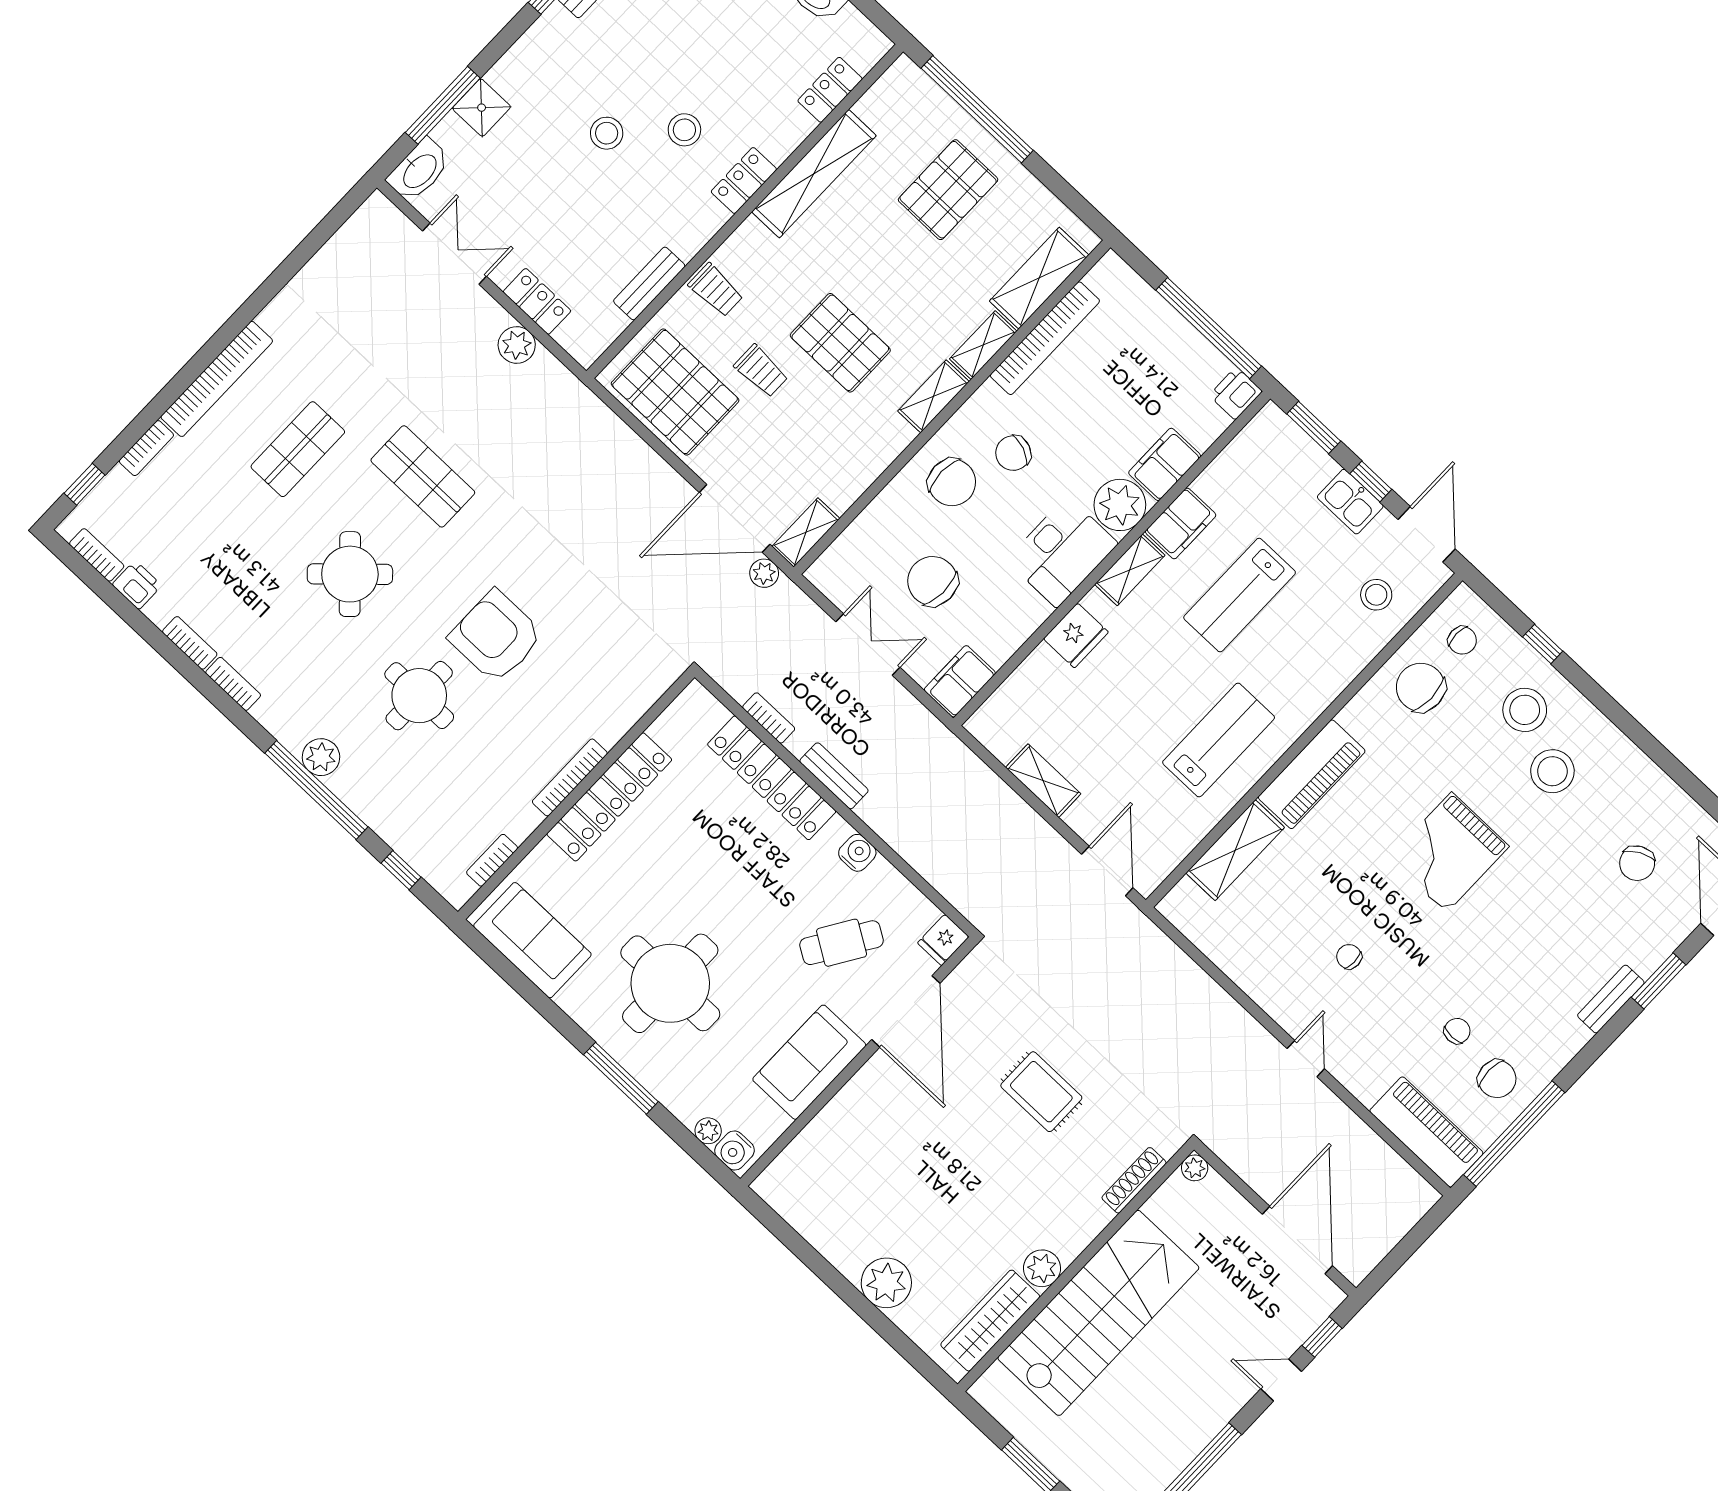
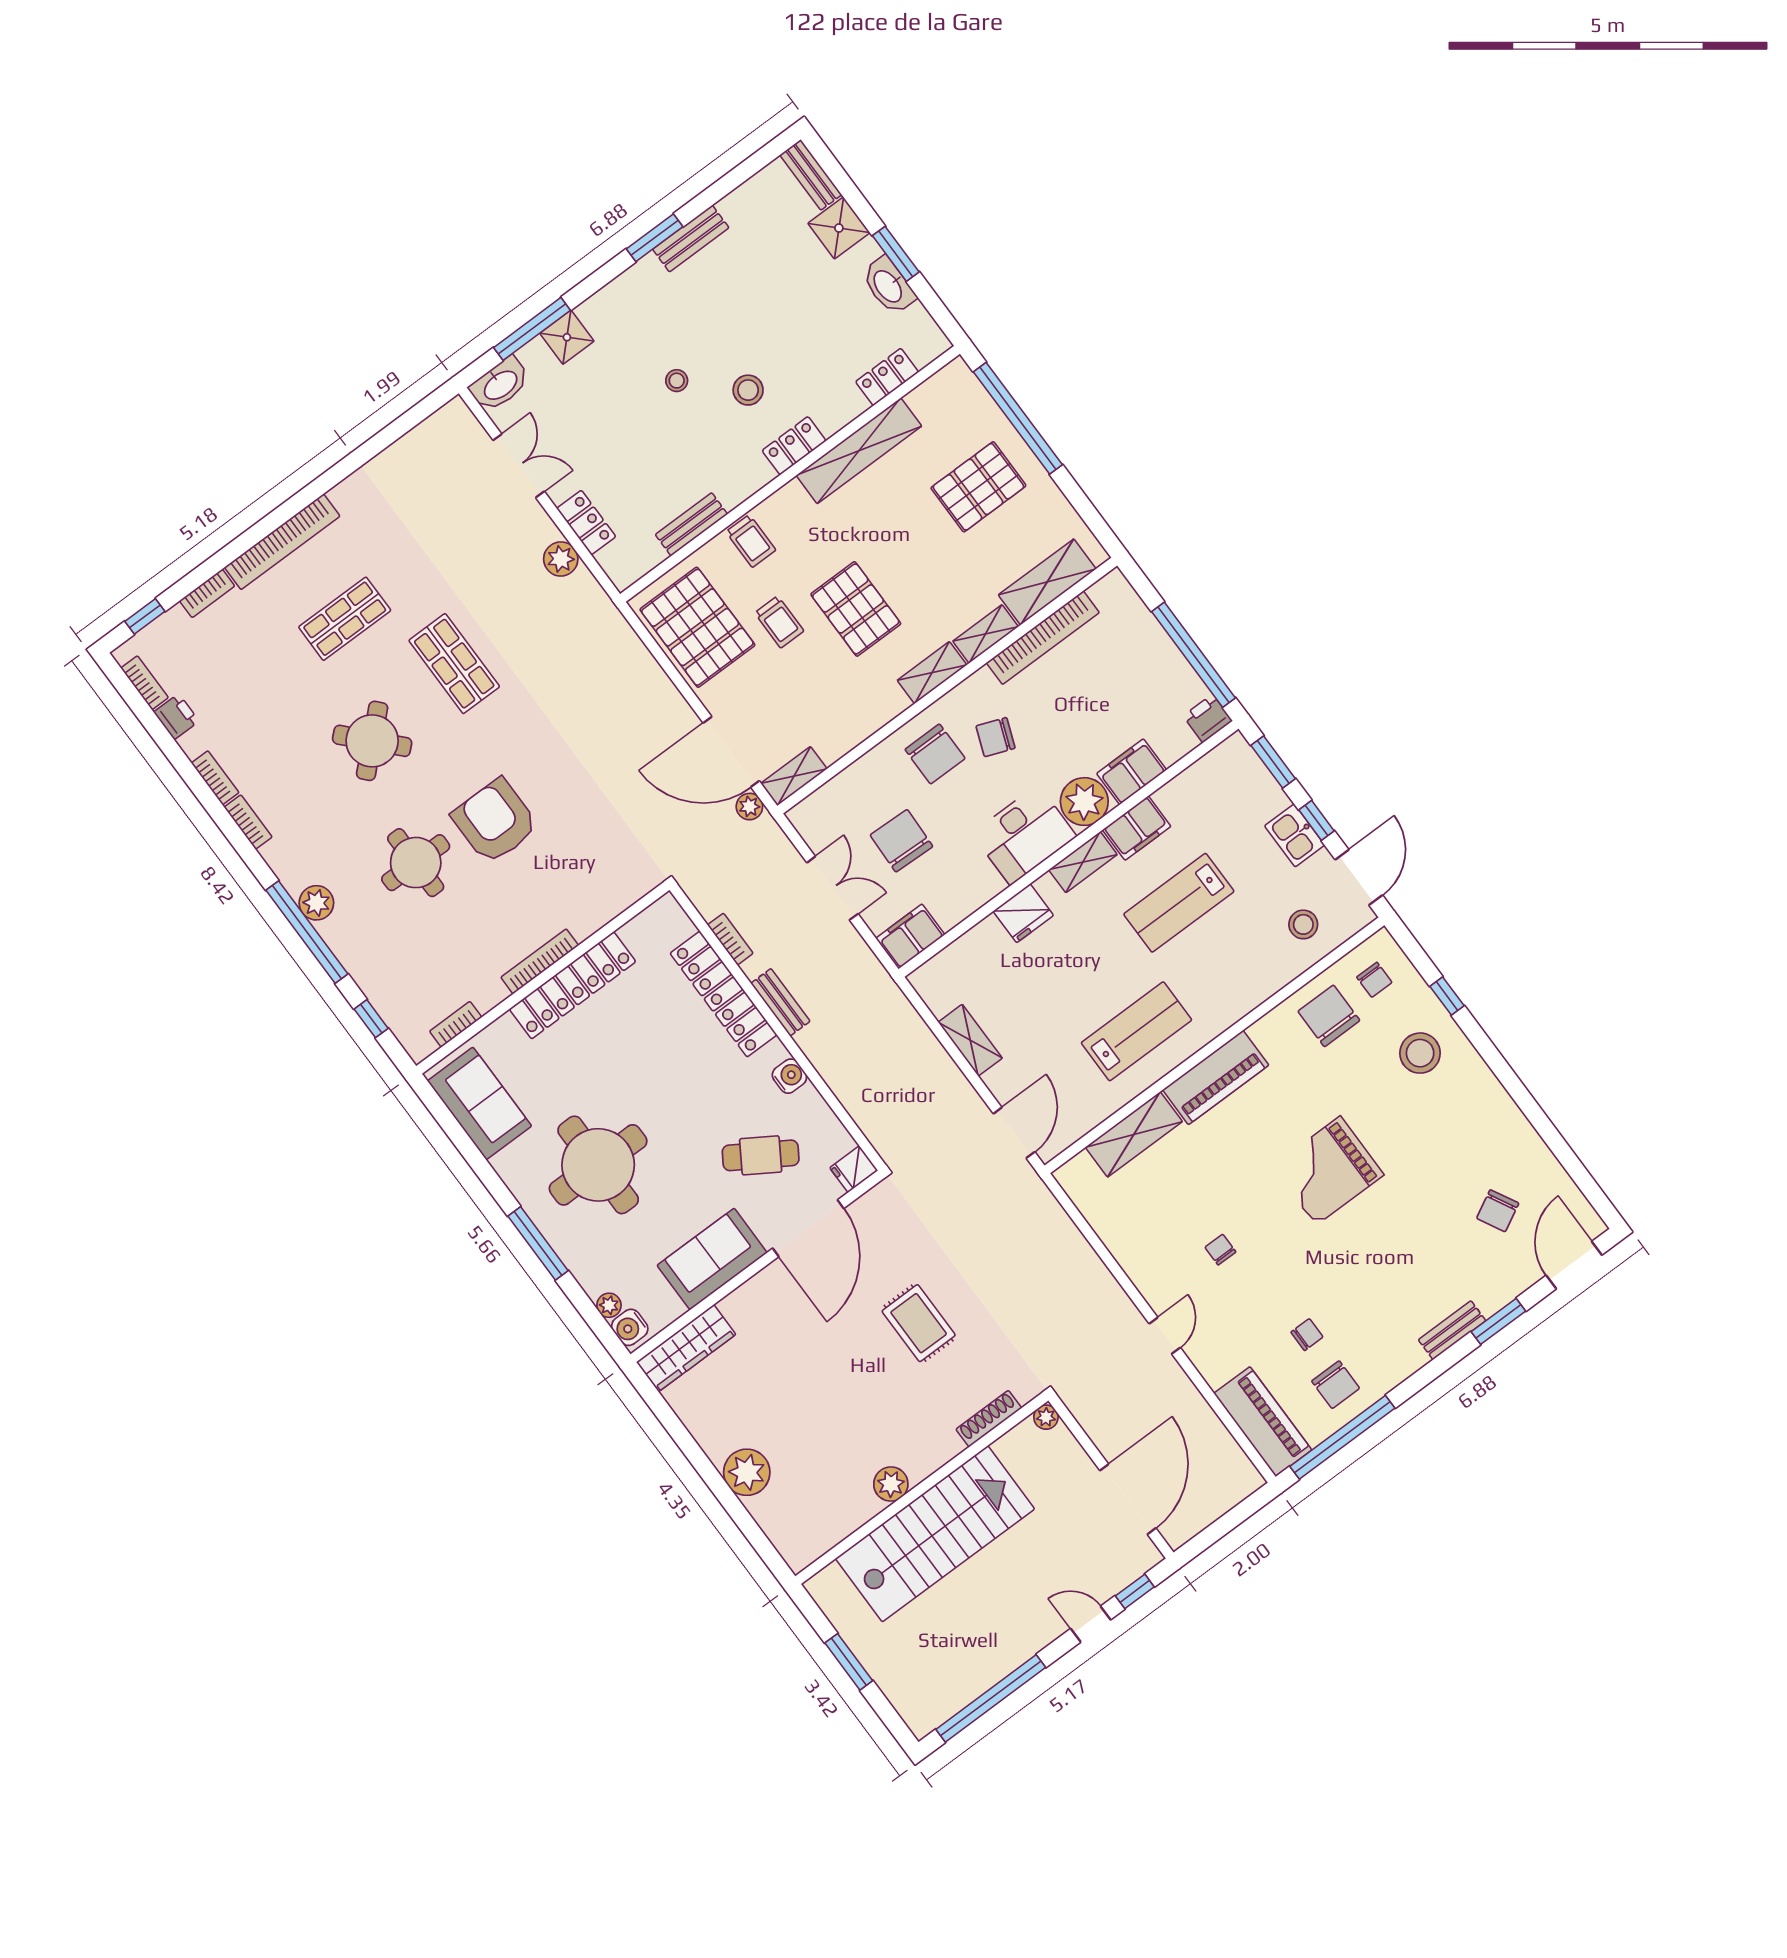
stool: (607, 133) -> (677, 381), width x0.73, depth x0.73
stool: (1552, 771) -> (1435, 1113), removed
wardrobe: (990, 1321) -> (686, 1348), moved, turned 180

